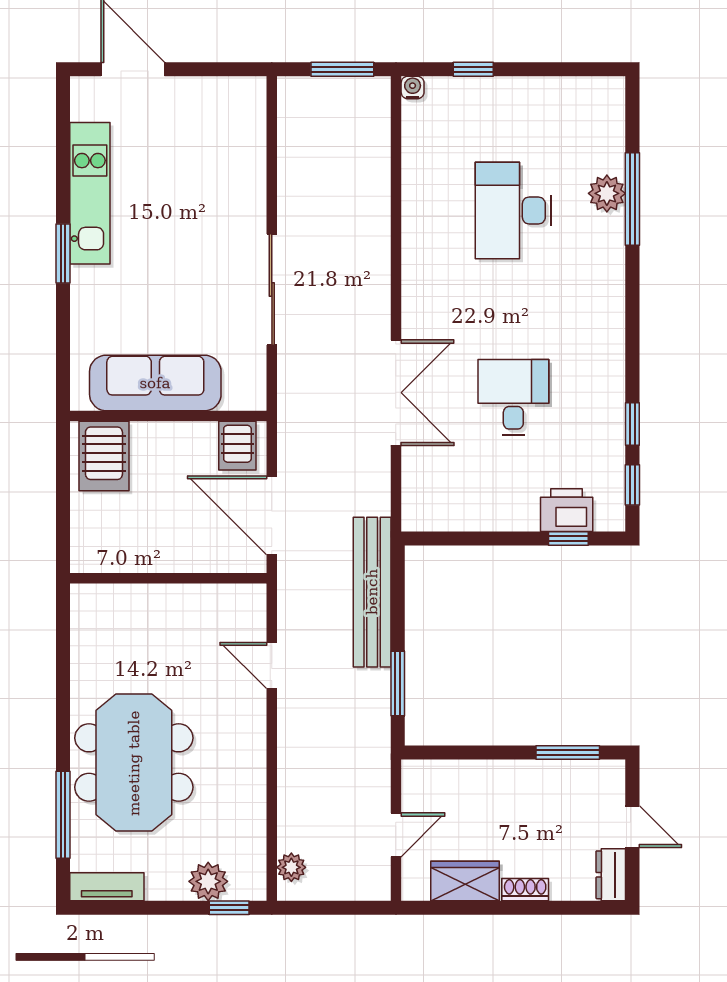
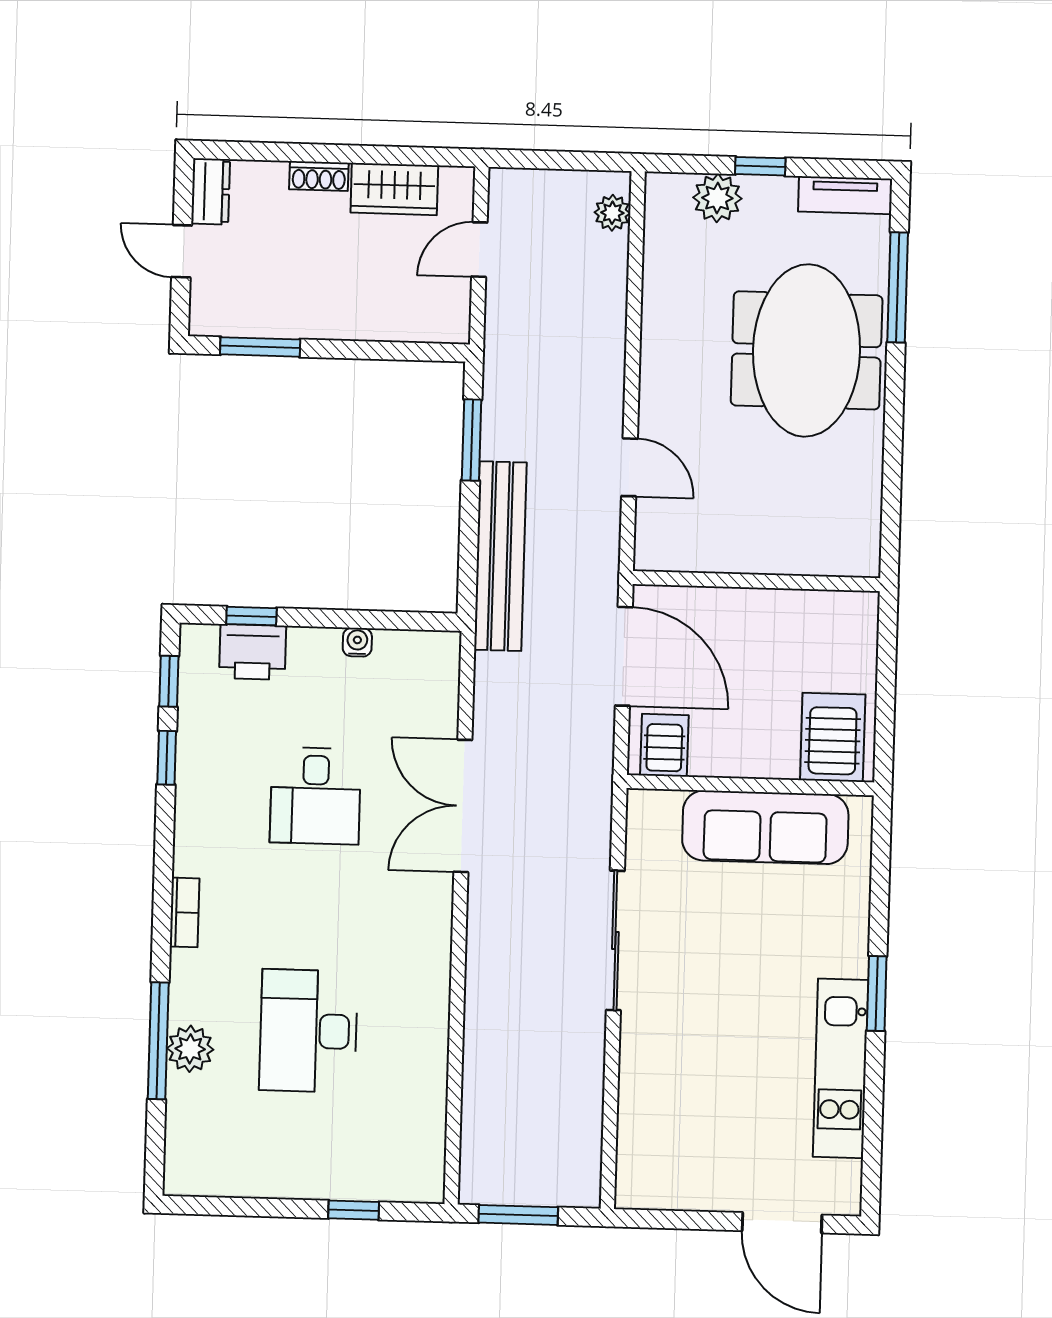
water cooler: (413, 87) -> (357, 642), moved, turned 180
desk: (513, 210) -> (308, 1031), turned 180
bookcase: (614, 302) -> (185, 912), added
window: (229, 908) -> (760, 166), moved

